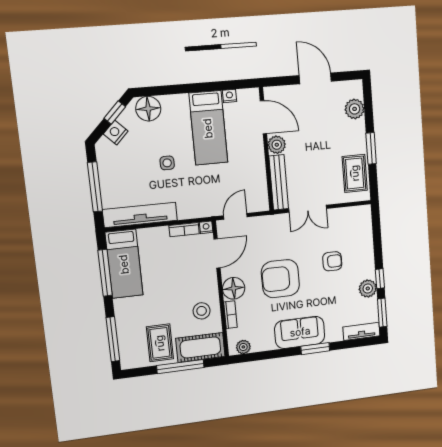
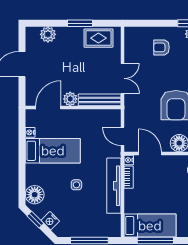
tv unit: (140, 215) -> (114, 186), moved
armchair: (332, 261) -> (161, 47), moved, turned -90

